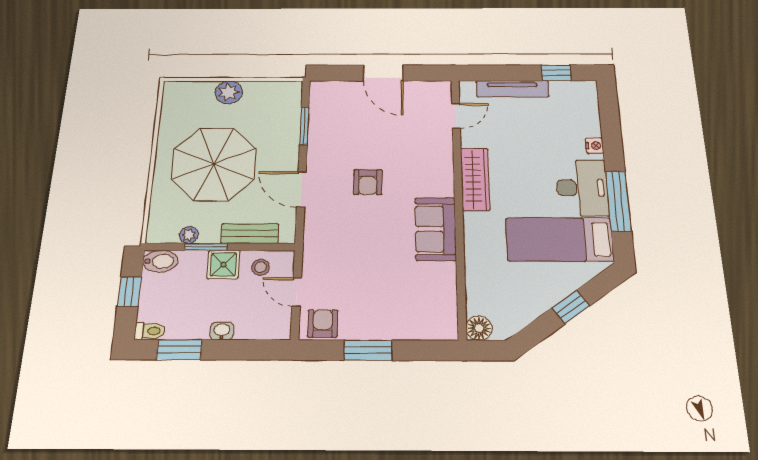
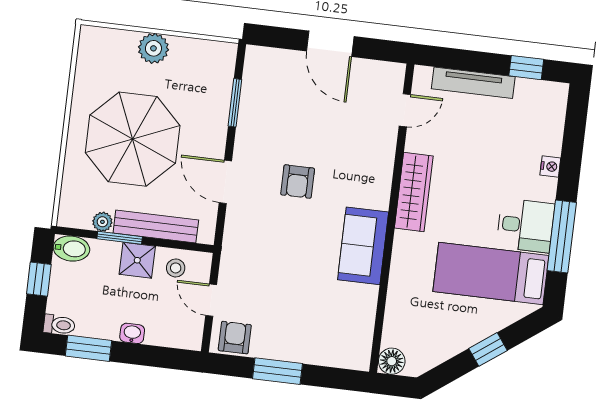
desk: (582, 188) -> (525, 225), width x0.73
bench: (250, 234) -> (156, 226), width x1.36

